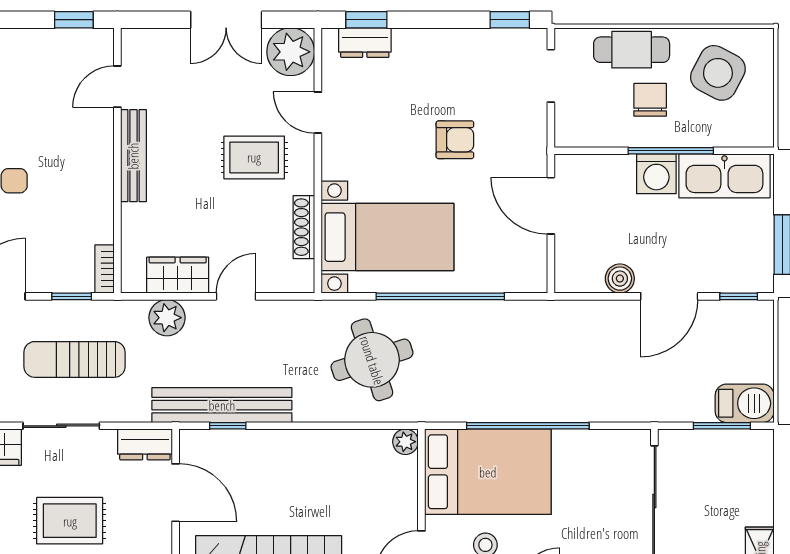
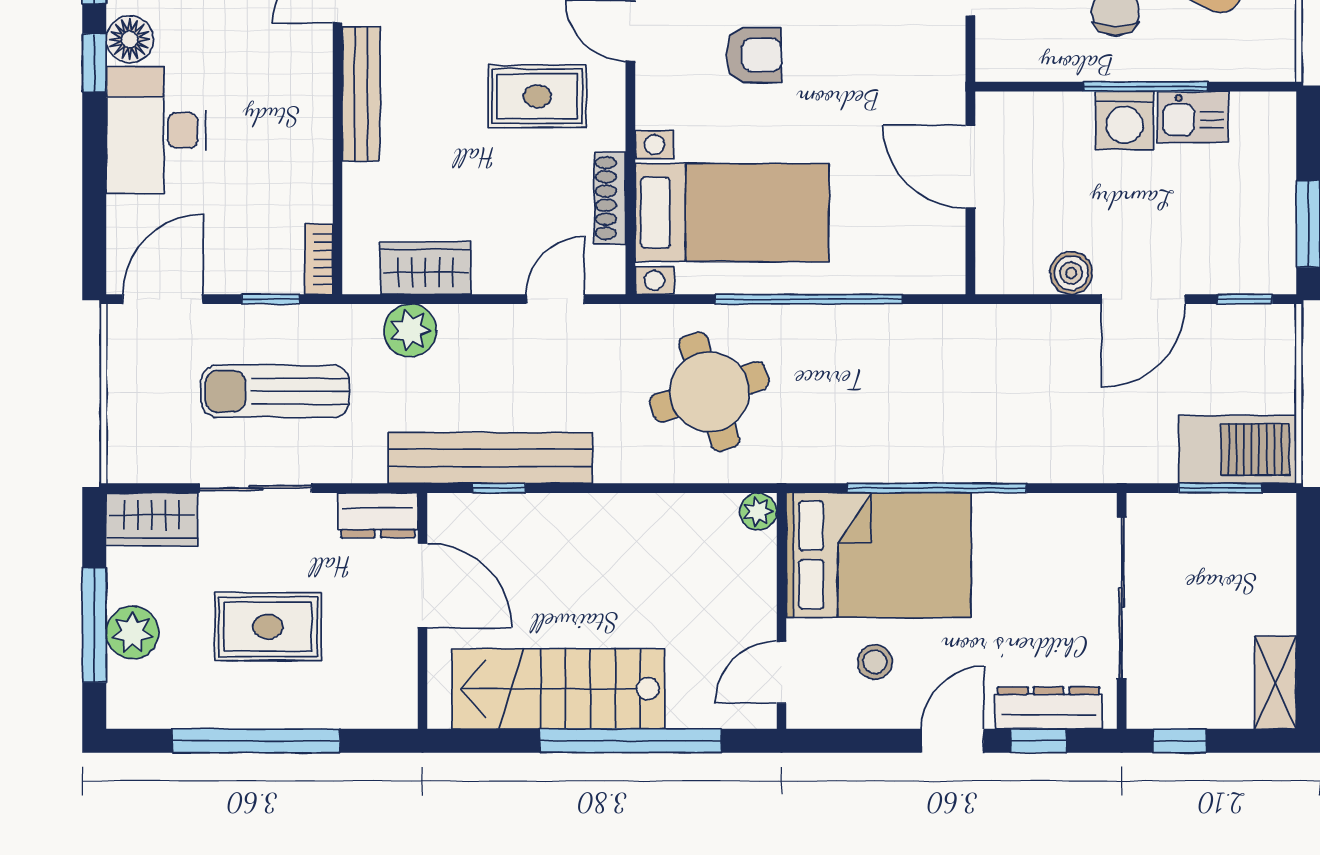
armchair: (455, 140) -> (754, 55), moved
kitchen sink: (724, 176) -> (1193, 117), width x0.53, depth x0.81
door: (236, 296) -> (555, 299), moved
barbecue: (745, 403) -> (1238, 449), width x1.37, depth x1.21

